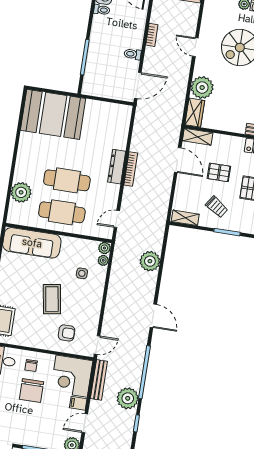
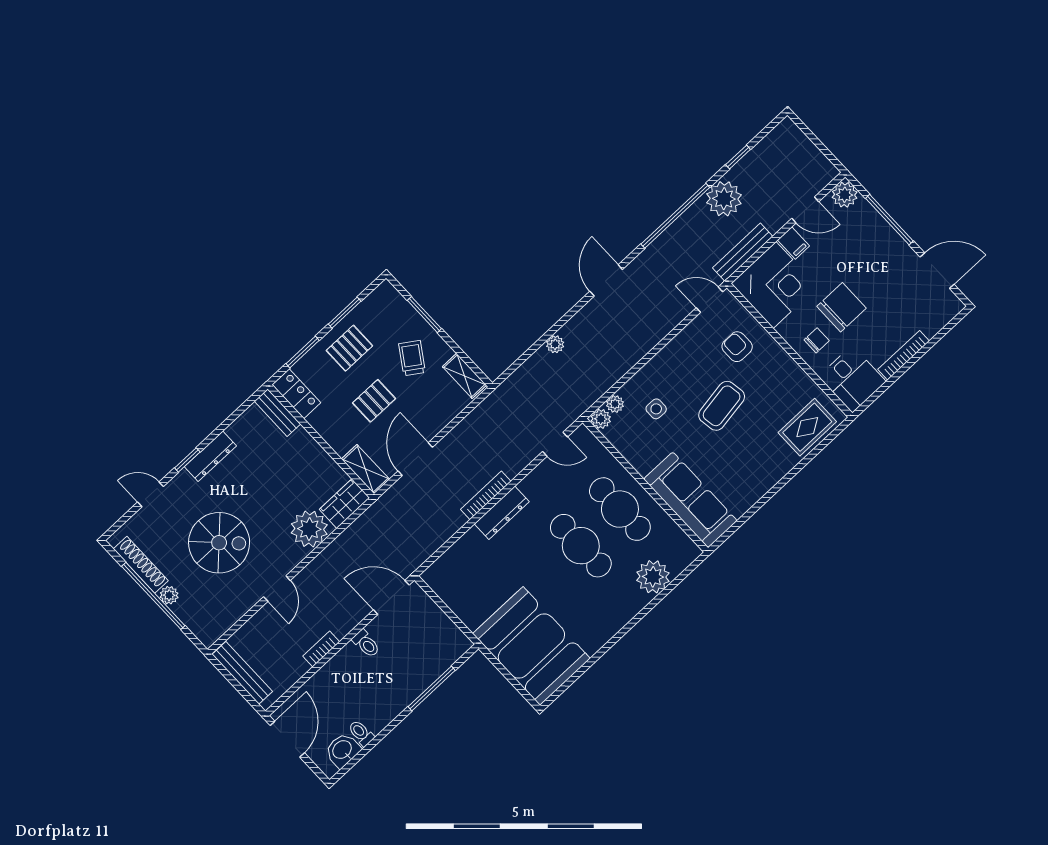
pallet: (219, 172) -> (374, 401), turned 90
plant: (150, 261) -> (555, 344), width x0.53, depth x0.53

